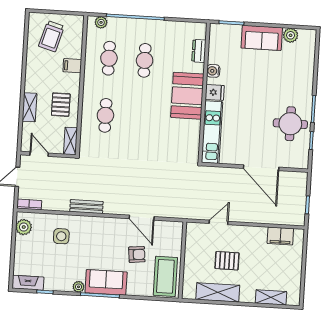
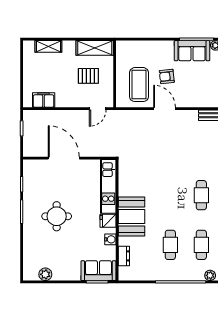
sofa: (262, 38) -> (98, 271), moved
round table: (290, 124) -> (57, 216), moved
wall: (182, 260) -> (115, 74), moved
coffee table: (165, 276) -> (139, 85), moved

